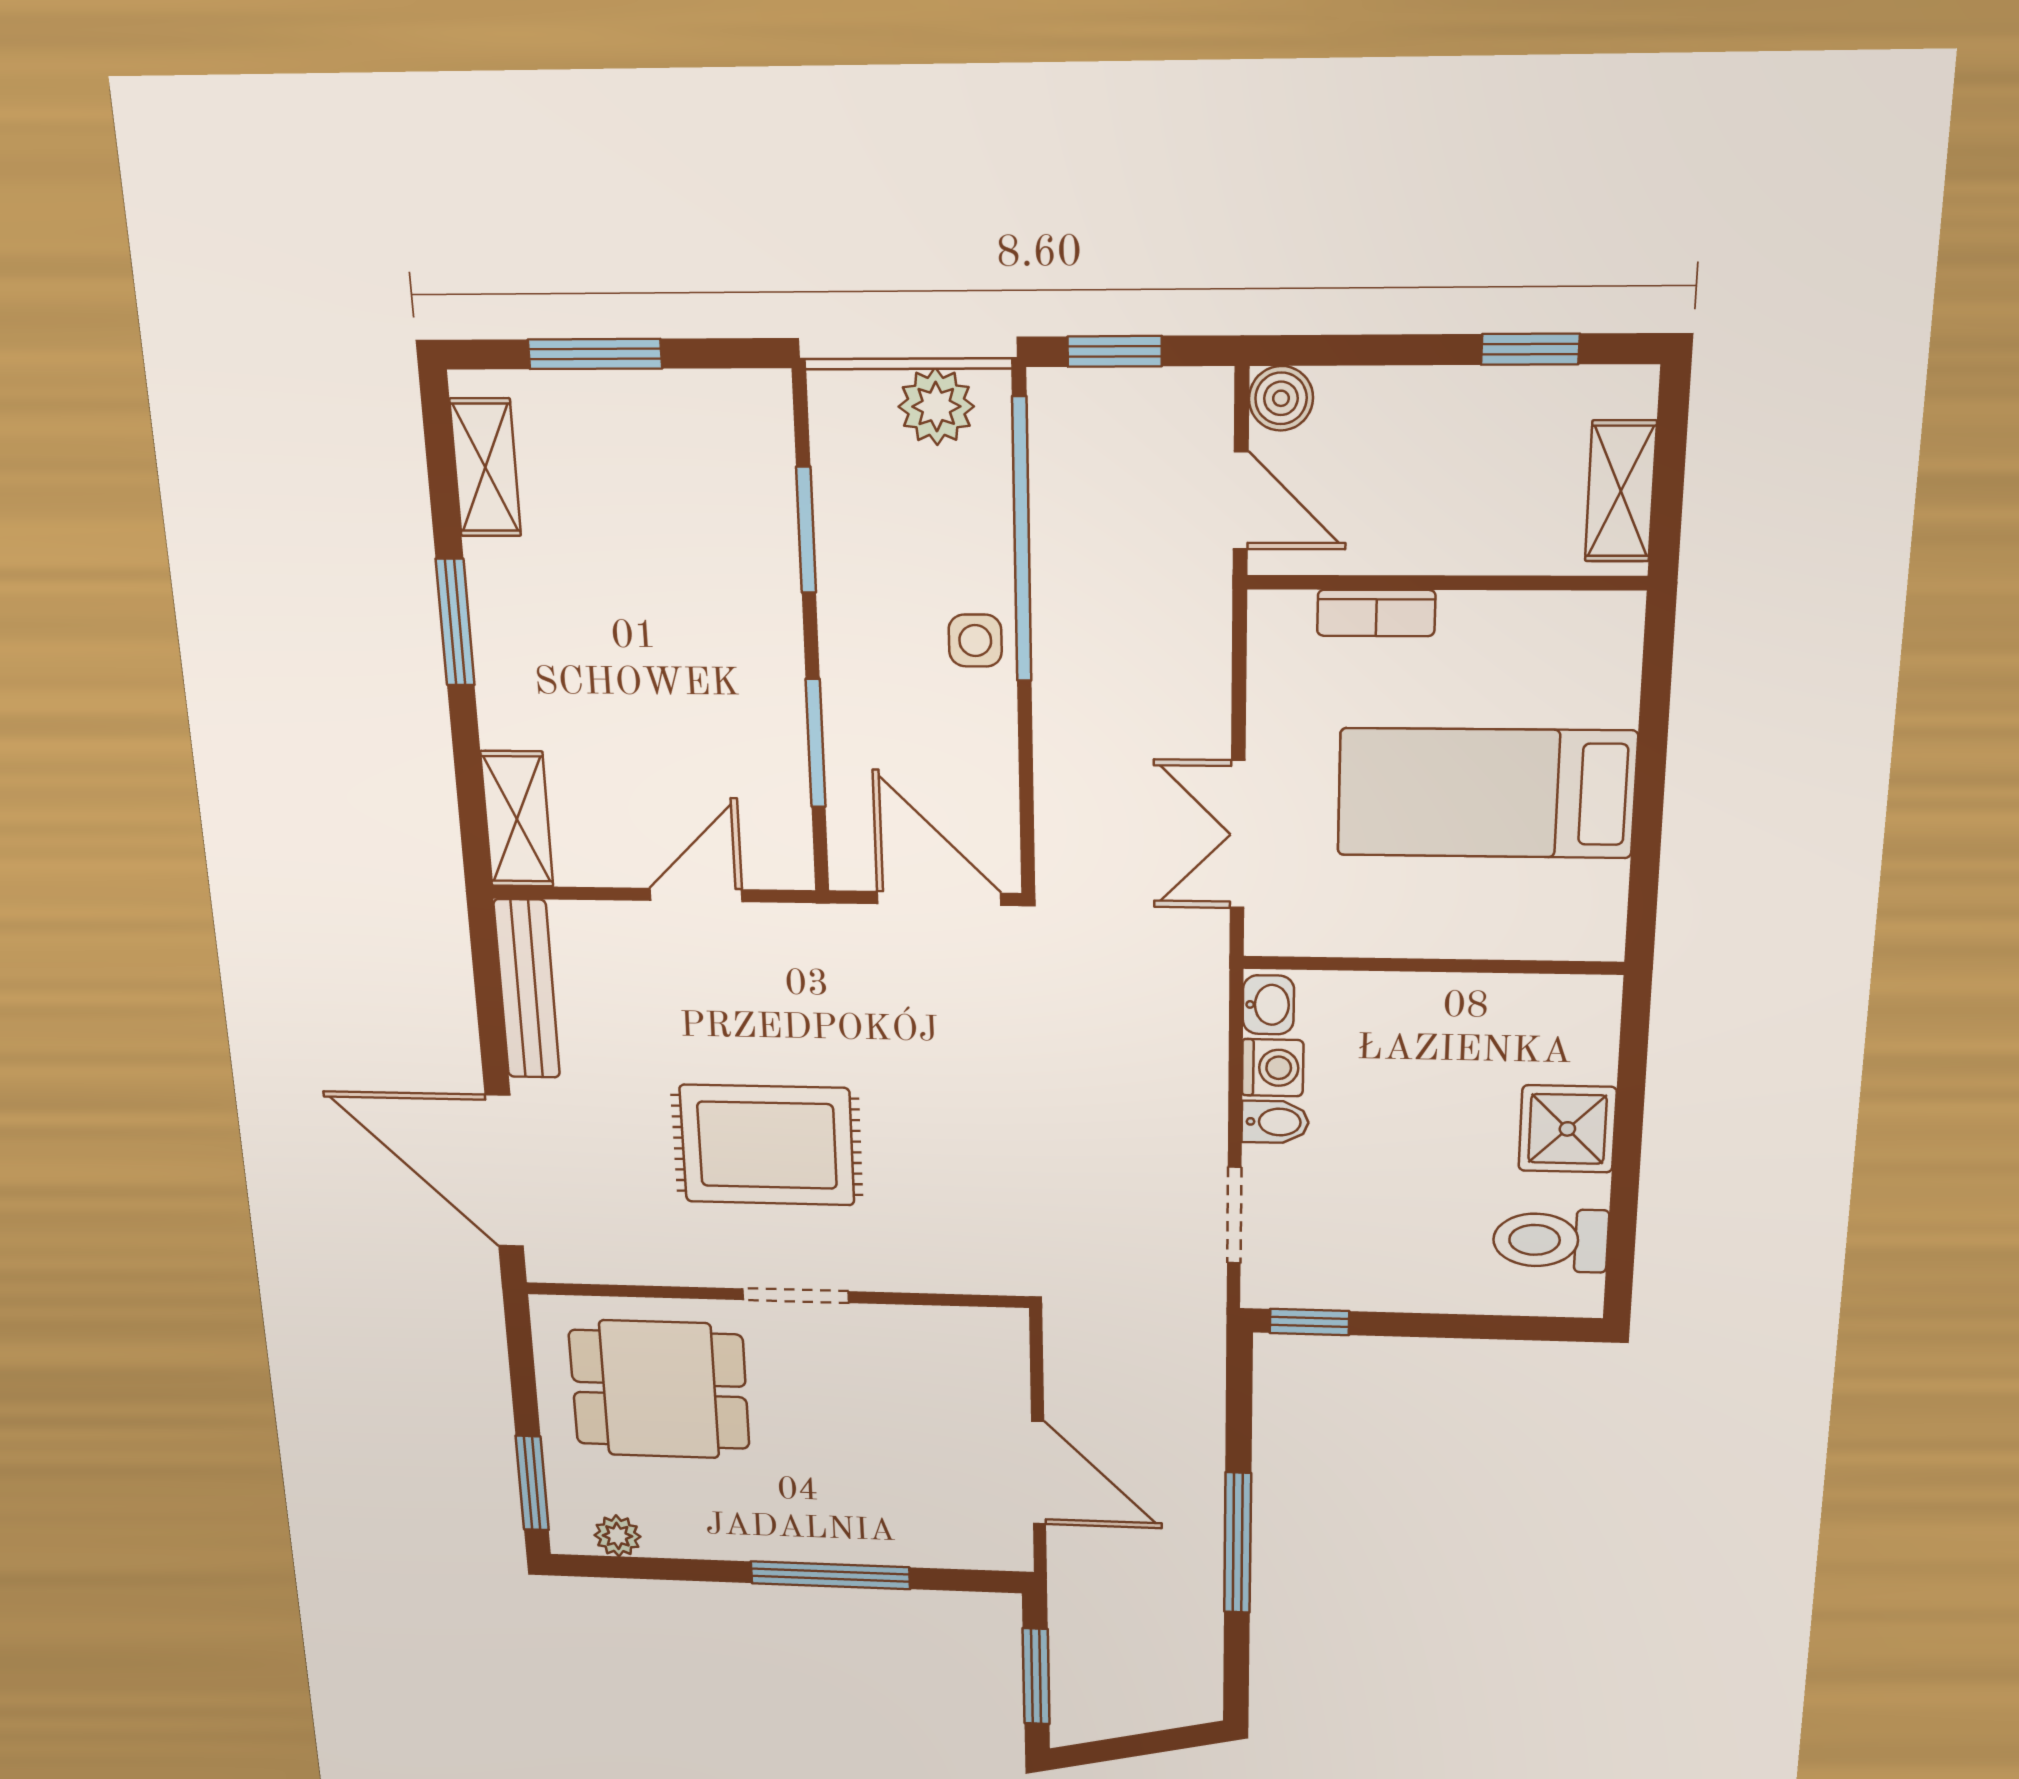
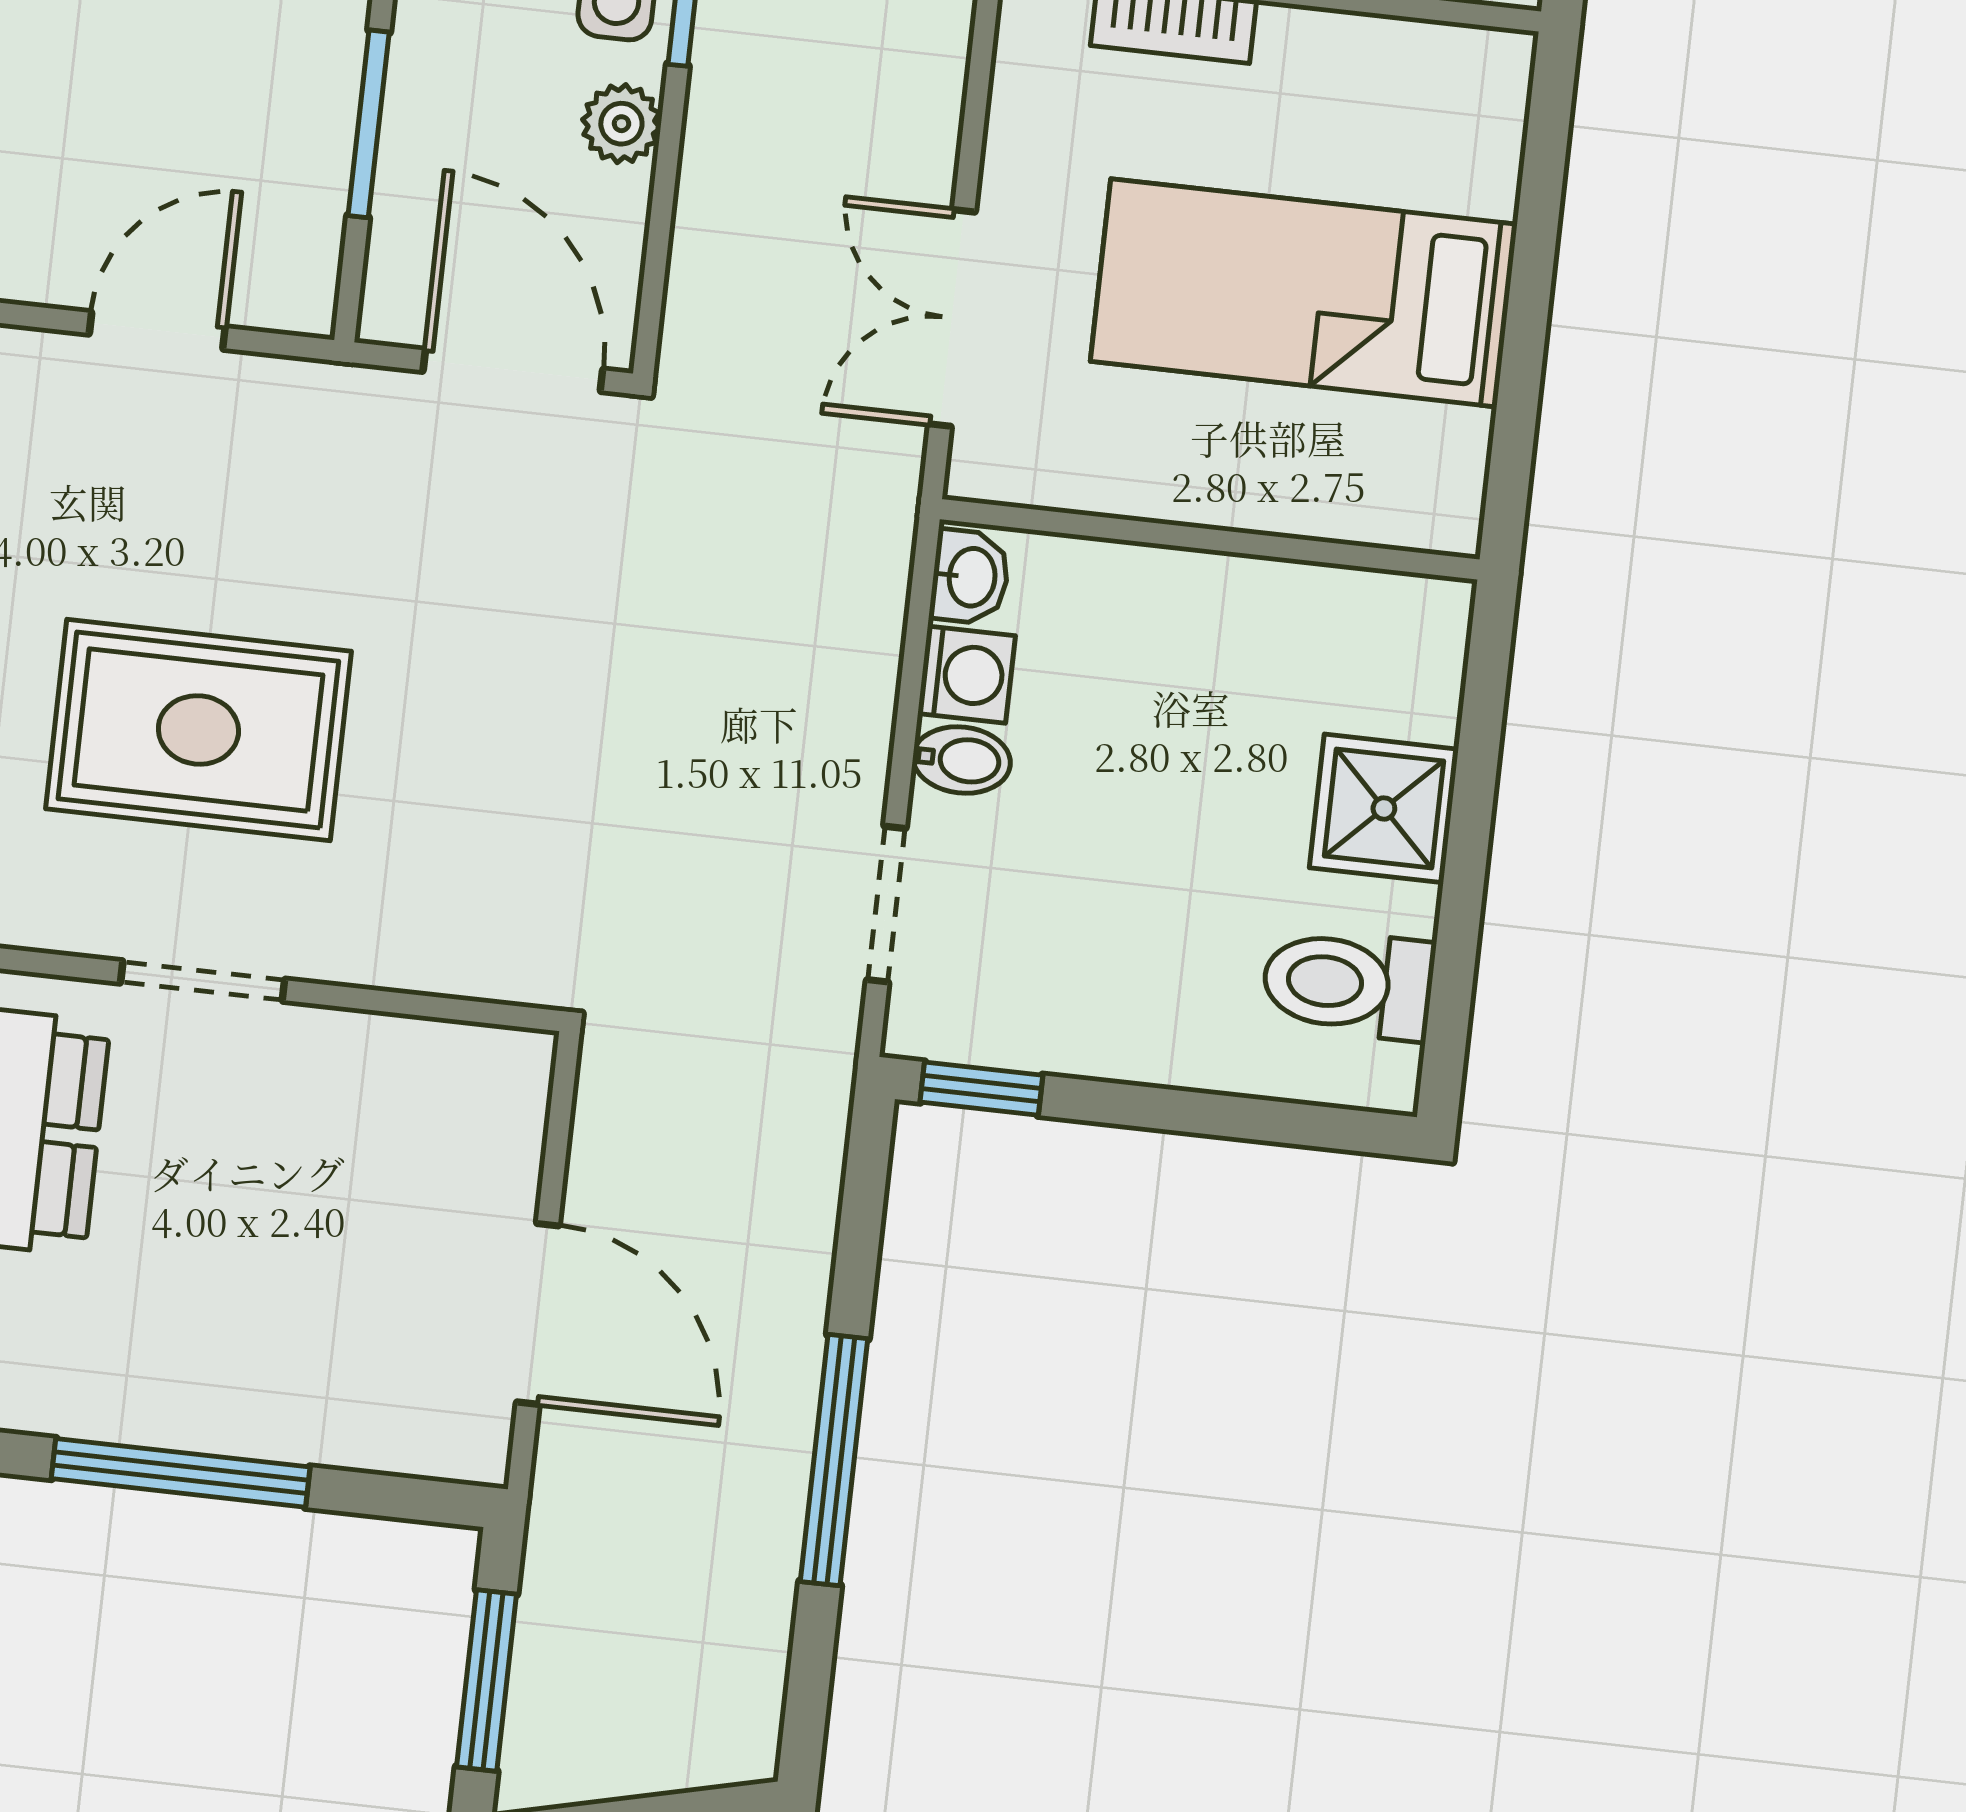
plant: (990, 725) -> (621, 124), added

